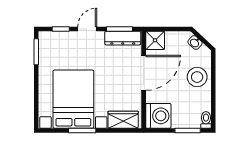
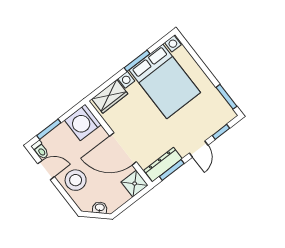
door: (144, 73) -> (123, 149), hinge flipped
door: (213, 102) -> (46, 170), added

